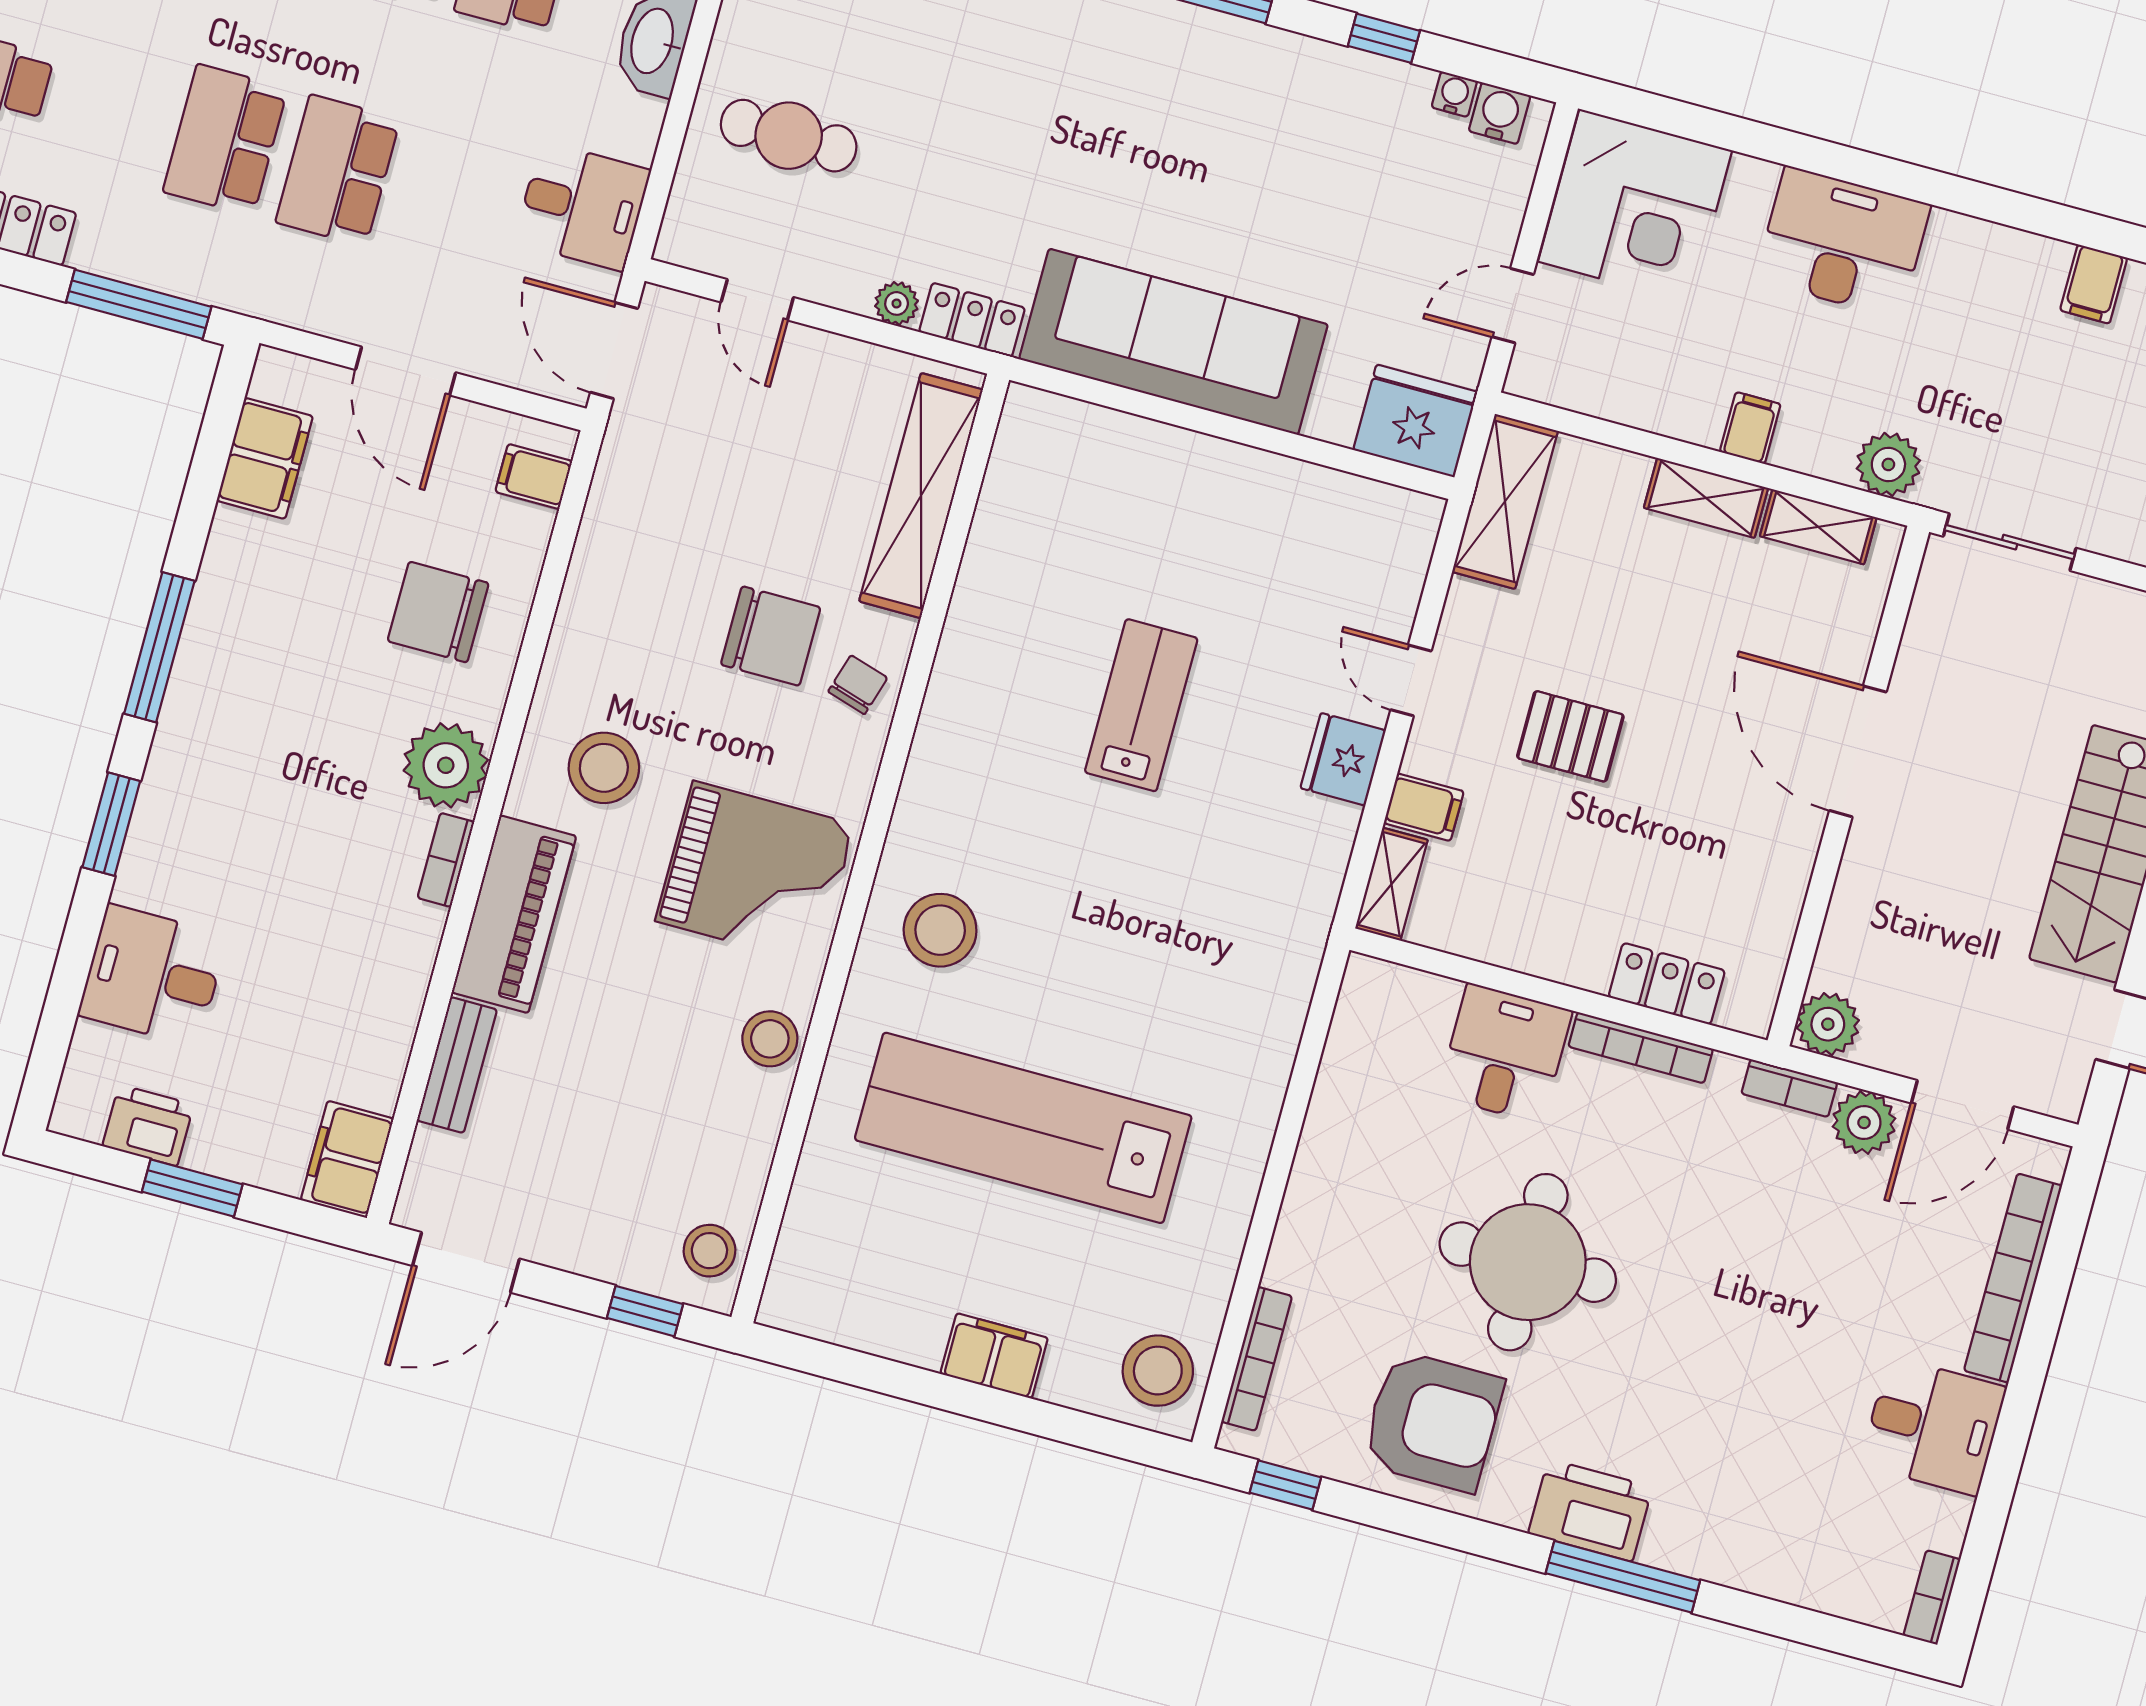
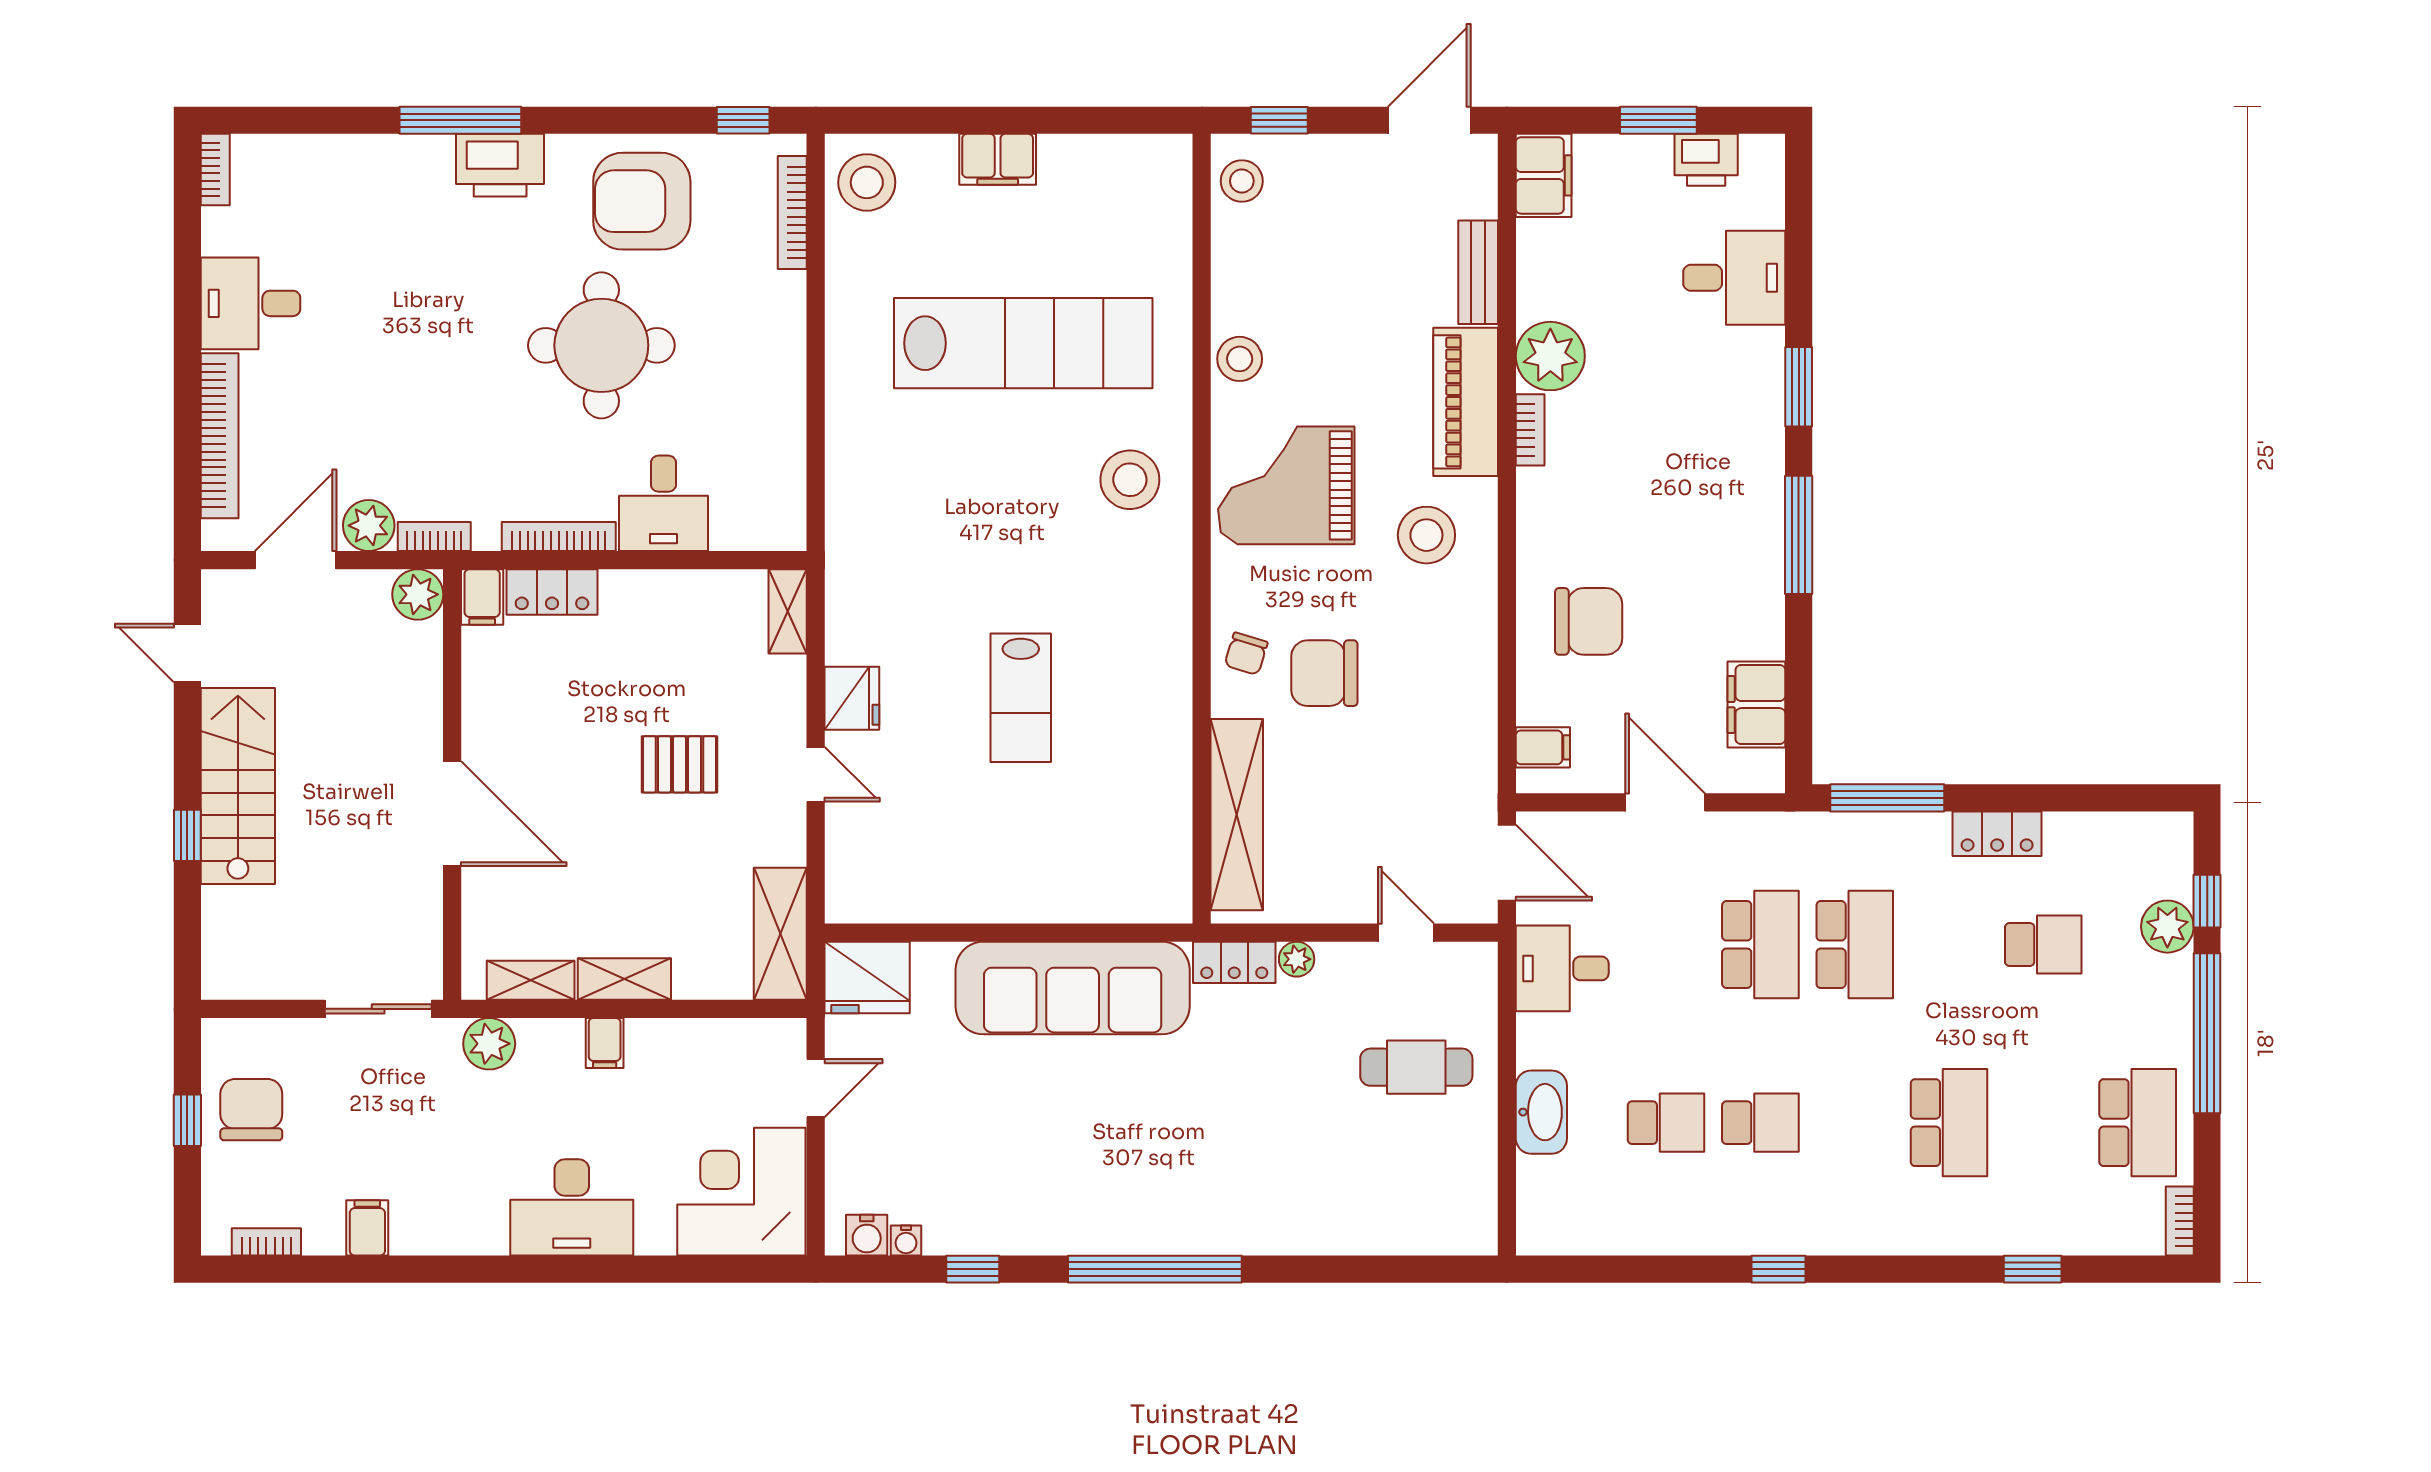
plant: (446, 765) -> (1550, 356), moved
filing cabinet: (1424, 807) -> (482, 597), moved, turned -90

